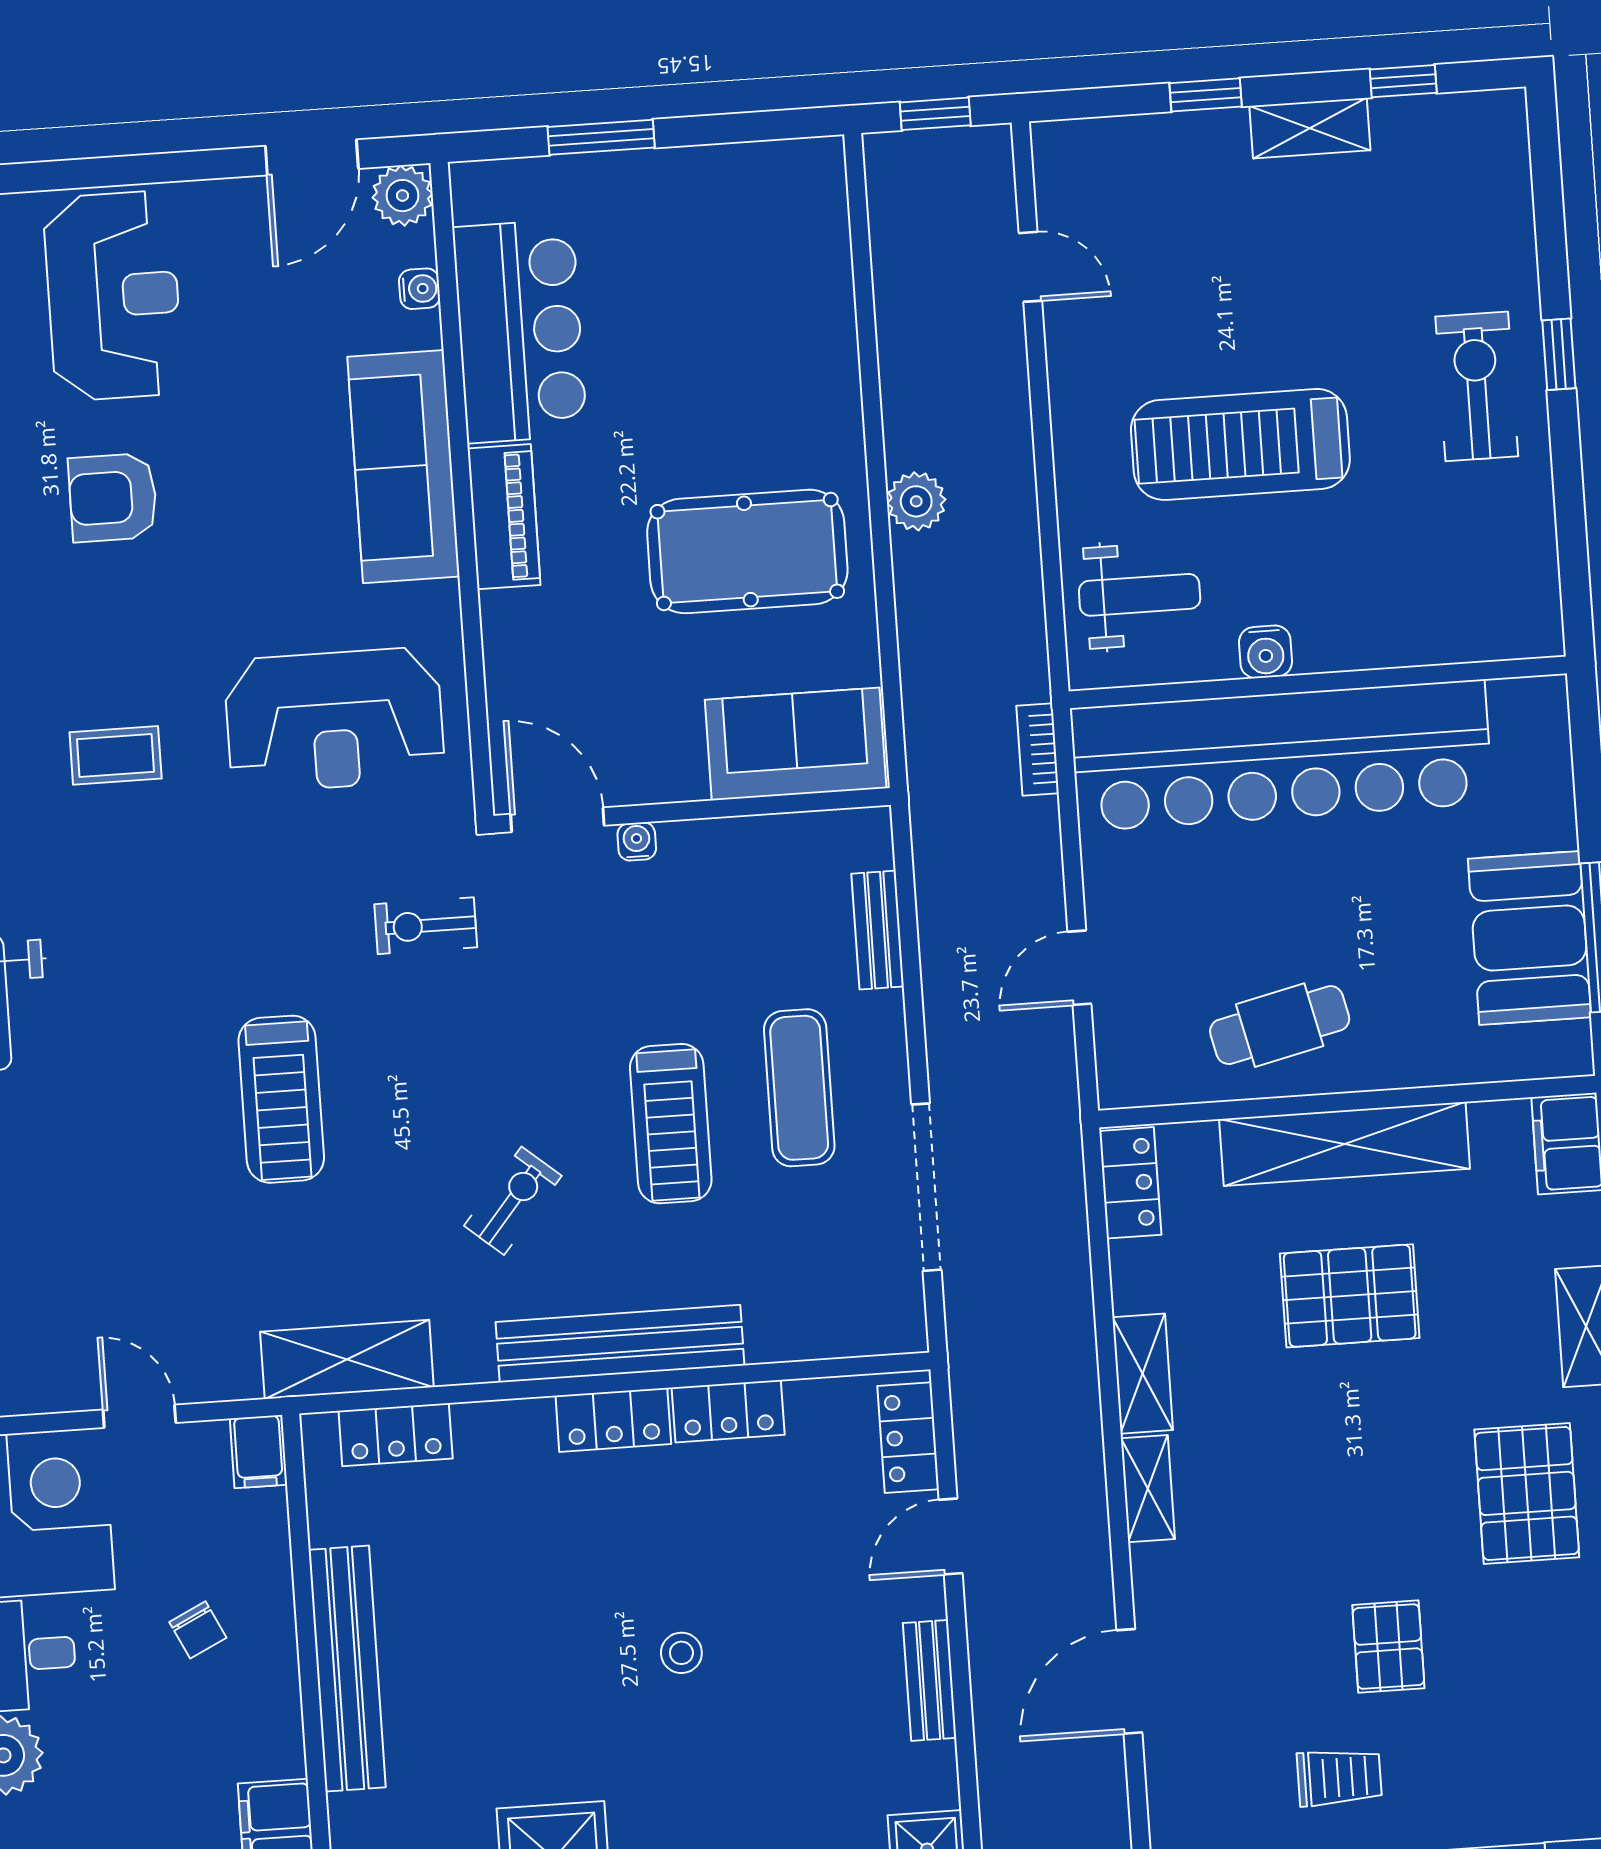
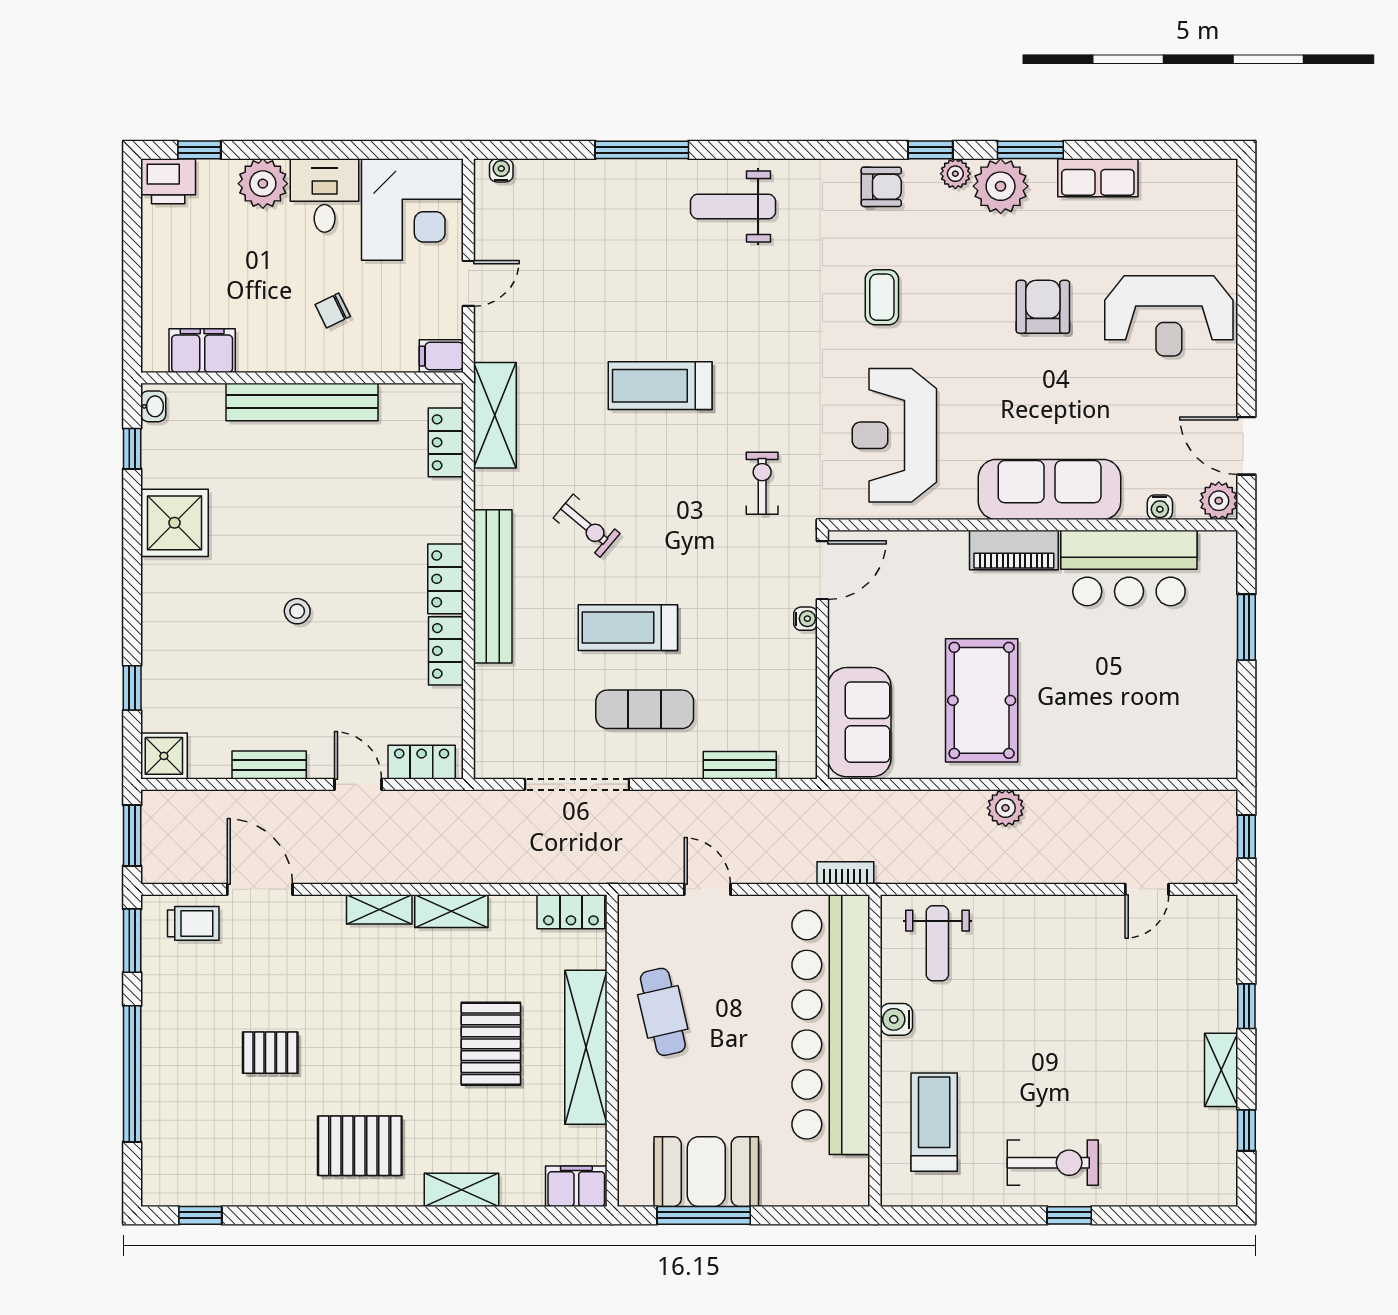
treadmill: (1240, 444) -> (934, 1122), moved, width x0.73, depth x0.73
trolley: (1339, 1777) -> (193, 923), moved, turned -90

